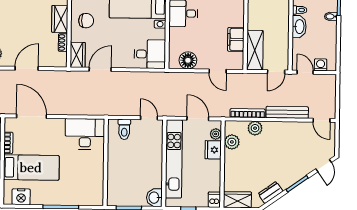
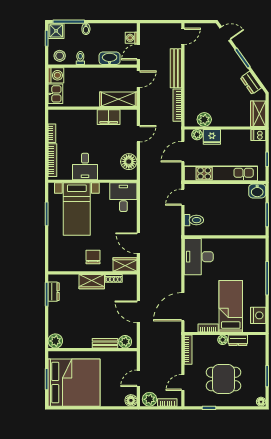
washbasin: (299, 27) -> (110, 58), moved
door: (276, 72) -> (138, 79), hinge flipped
plant: (255, 128) -> (191, 98), removed

